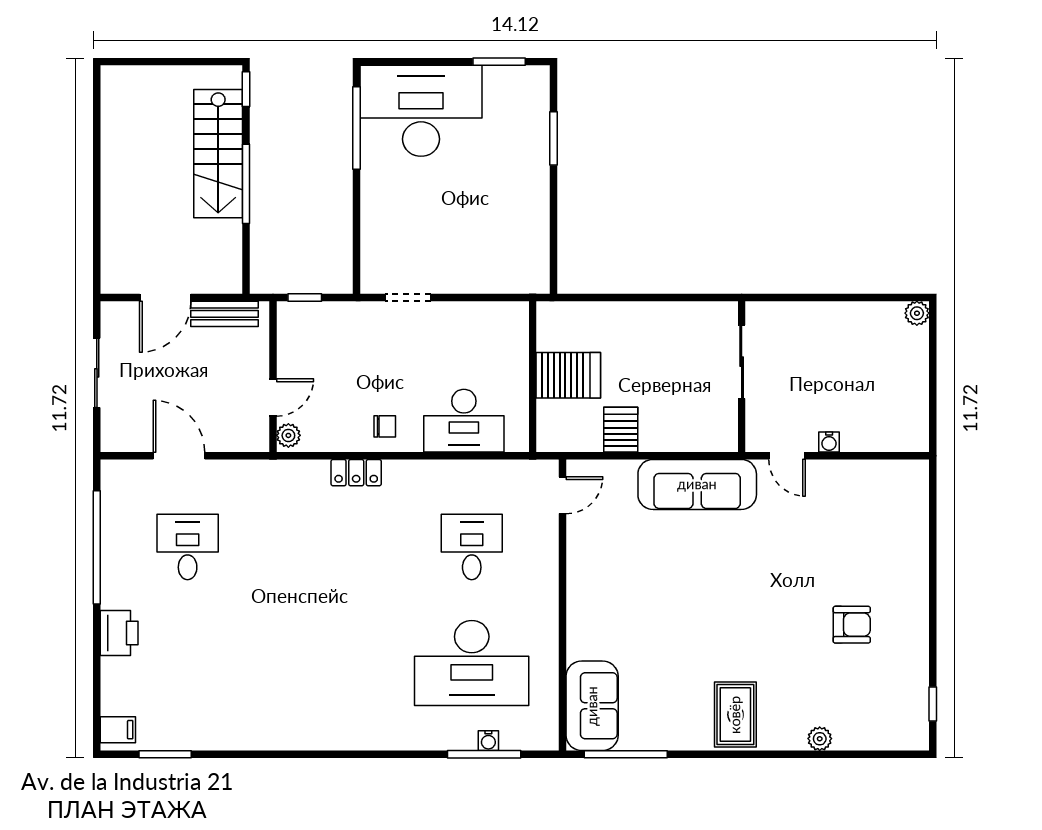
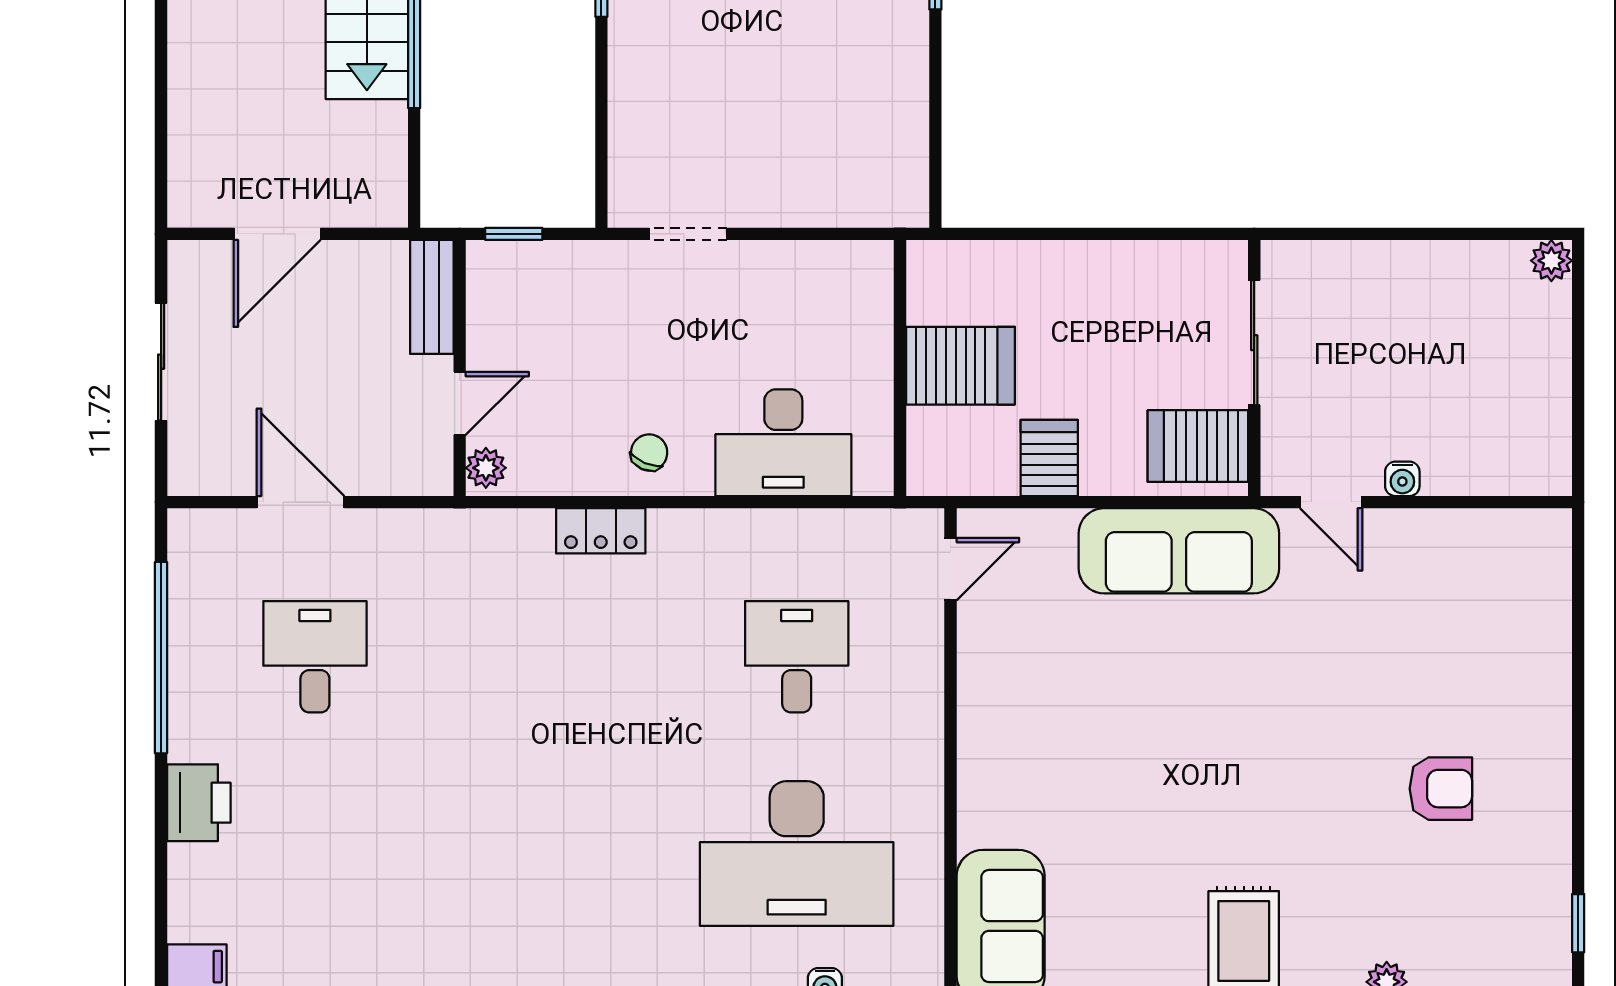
bench: (225, 314) -> (432, 297), moved, turned 90
server rack: (708, 423) -> (1198, 446), added
chair: (385, 426) -> (649, 452), turned -67

